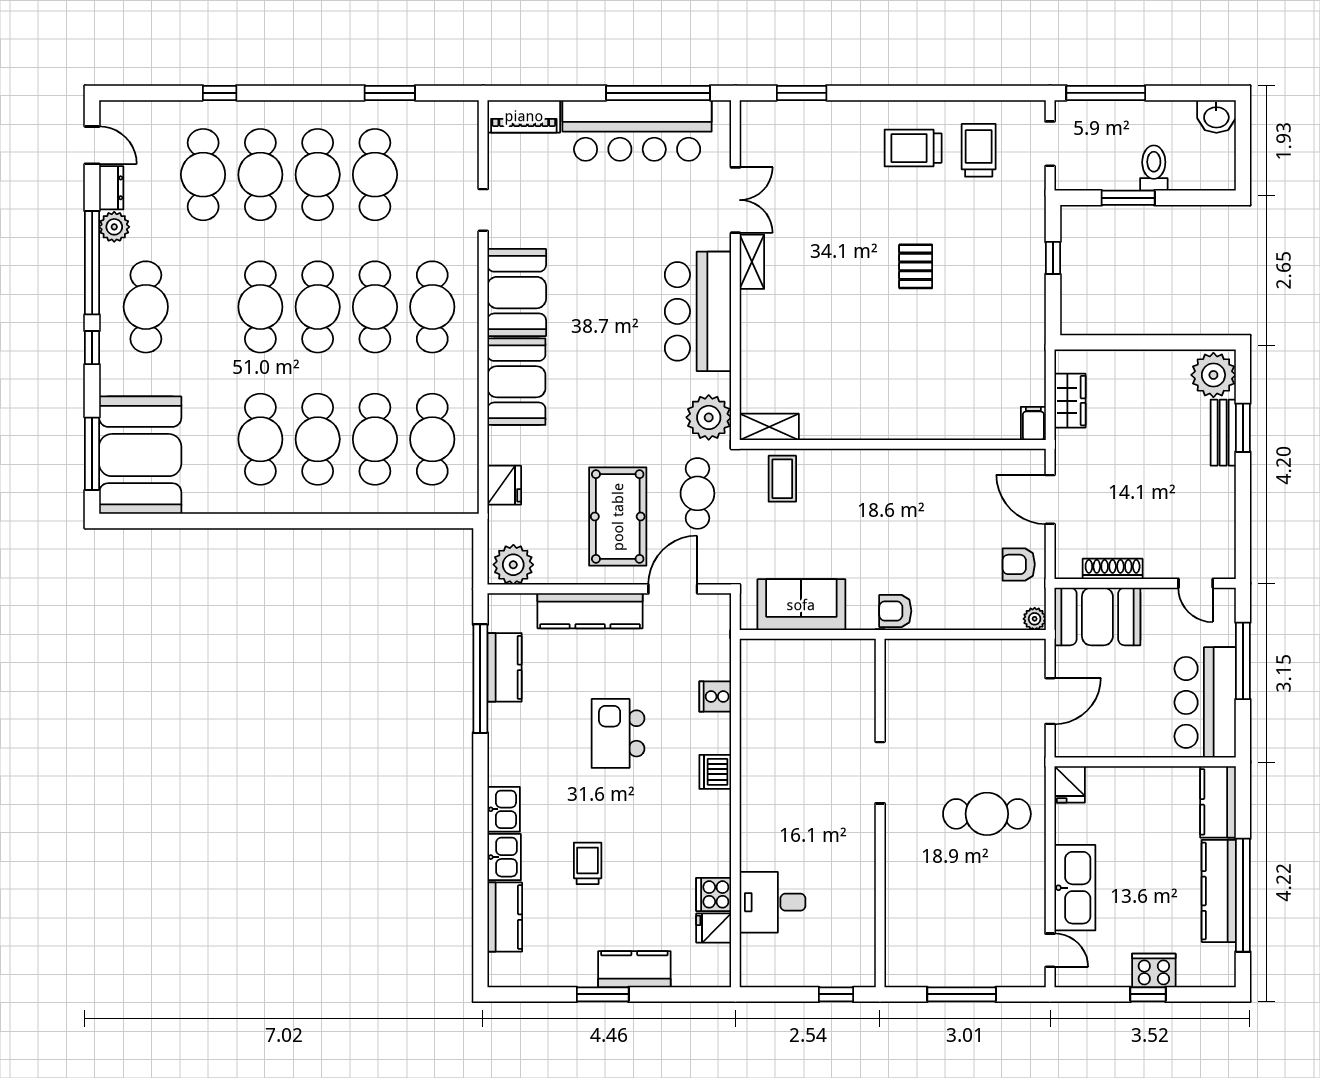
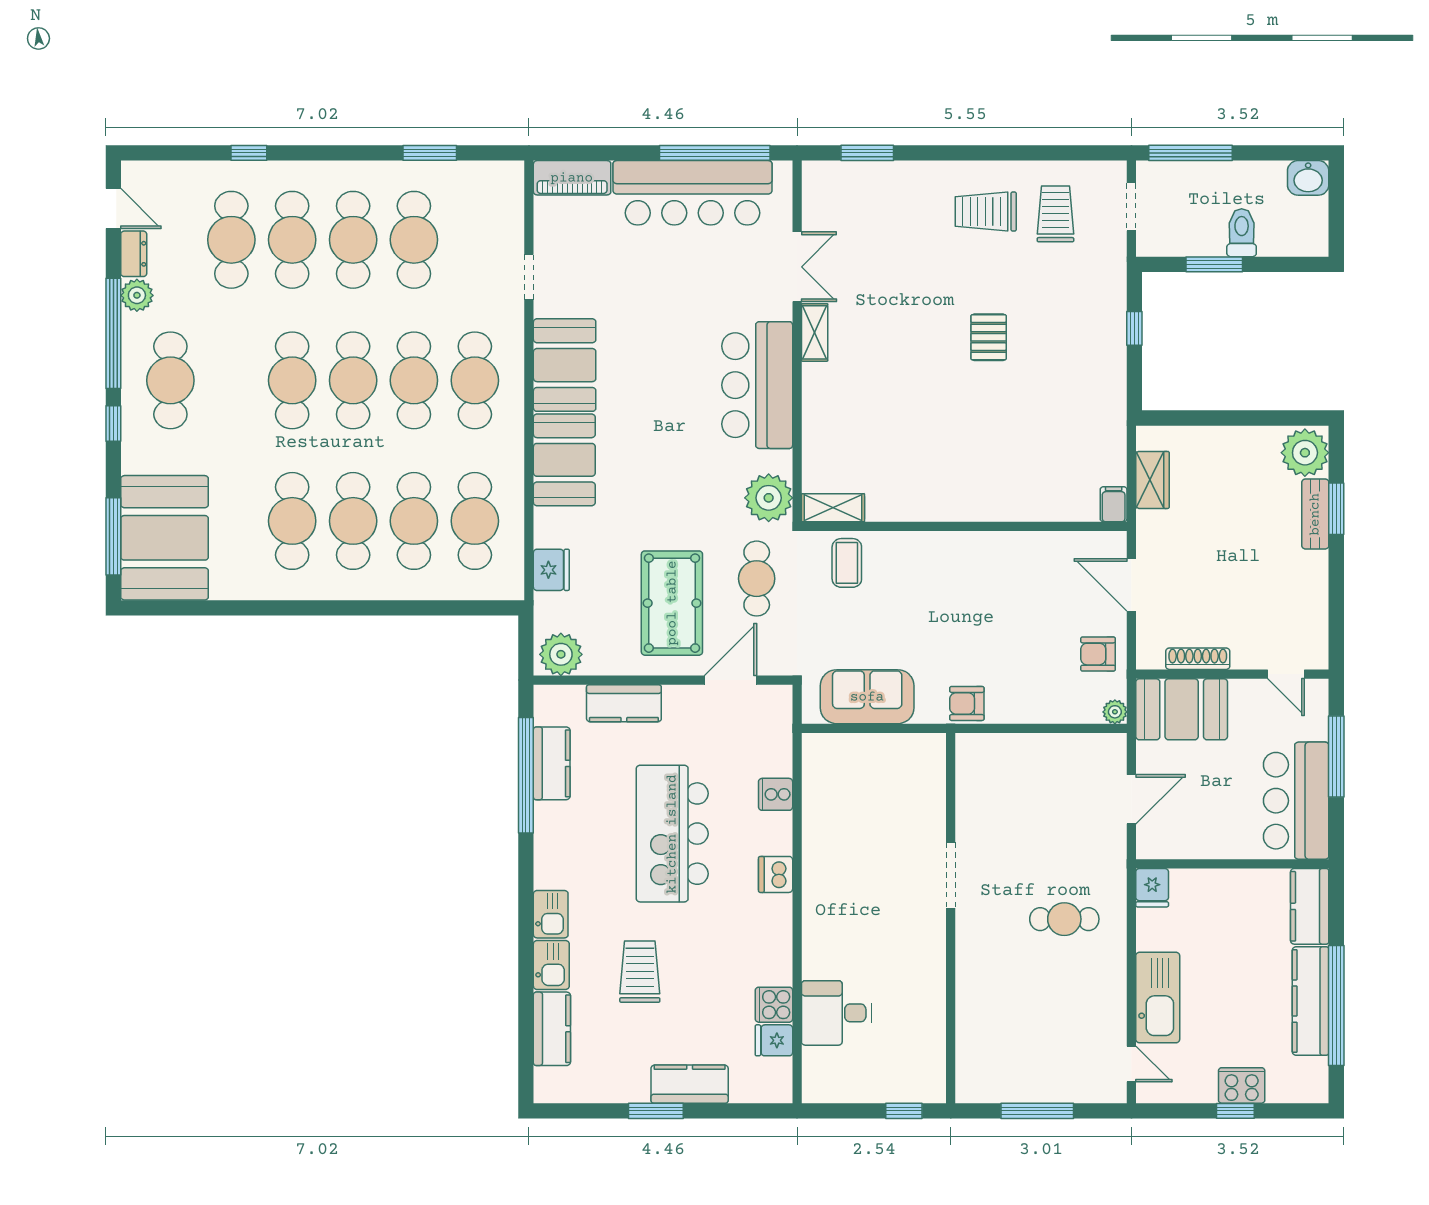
kitchen counter: (590, 611) -> (624, 703), width x0.67
kitchen island: (618, 733) -> (672, 834), width x1.87, depth x1.28
cafe table: (987, 814) -> (1064, 919), width x0.73, depth x0.74
trolley: (588, 863) -> (640, 972), width x1.36, depth x1.39

